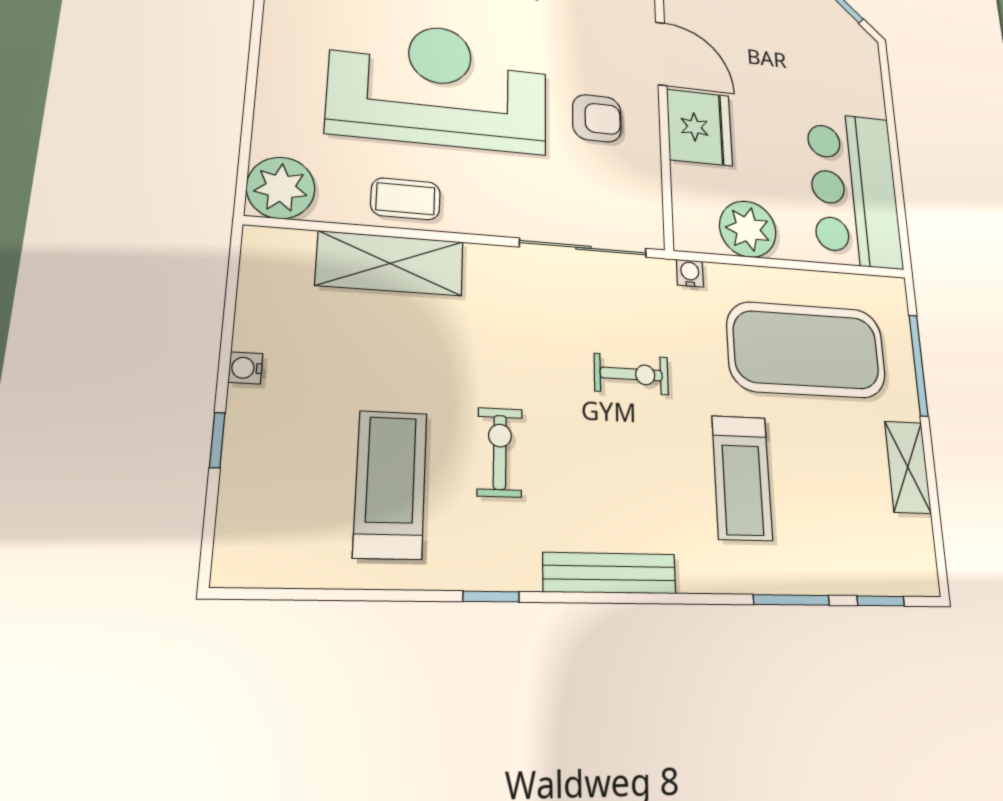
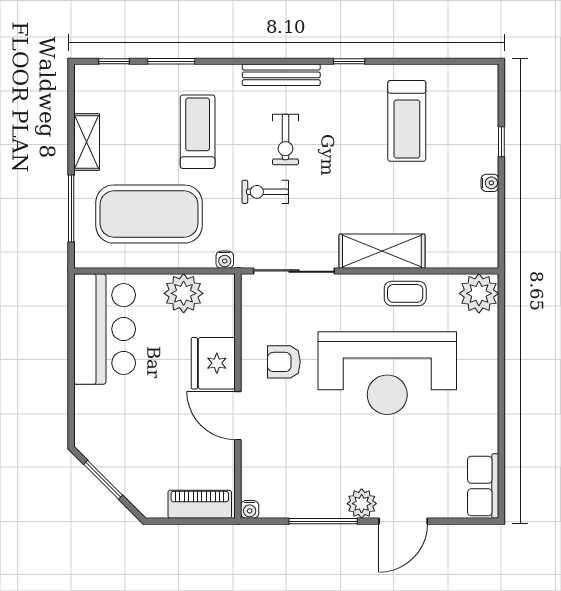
shelving: (390, 263) -> (382, 251), moved
exercise bike: (500, 452) -> (285, 140), moved

